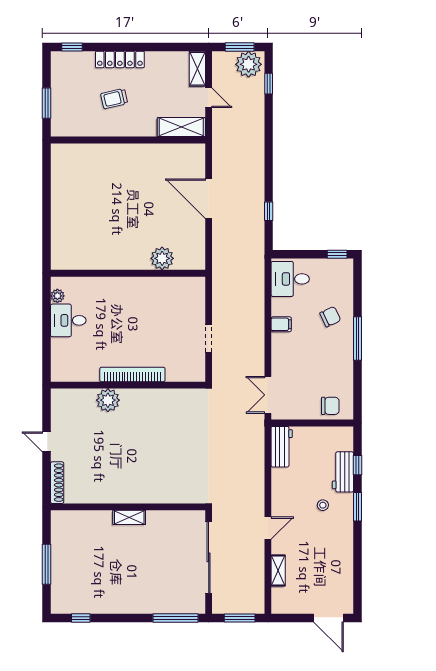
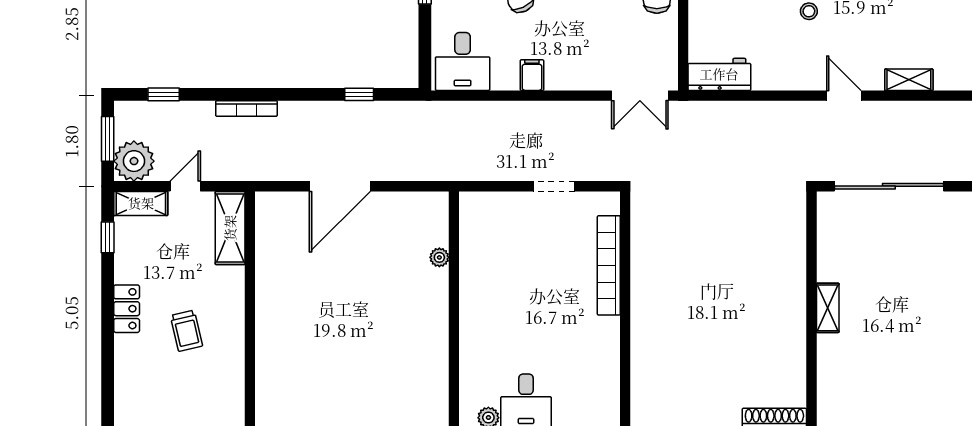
window: (72, 47) -> (108, 237), moved
locker: (120, 59) -> (127, 309), width x0.66
plant: (249, 64) -> (134, 161), moved
bookcase: (259, 138) -> (246, 108), added
plant: (162, 258) -> (439, 257), width x0.53, depth x0.53
bookcase: (132, 374) -> (609, 265), moved
plant: (108, 400) -> (648, 340), removed

